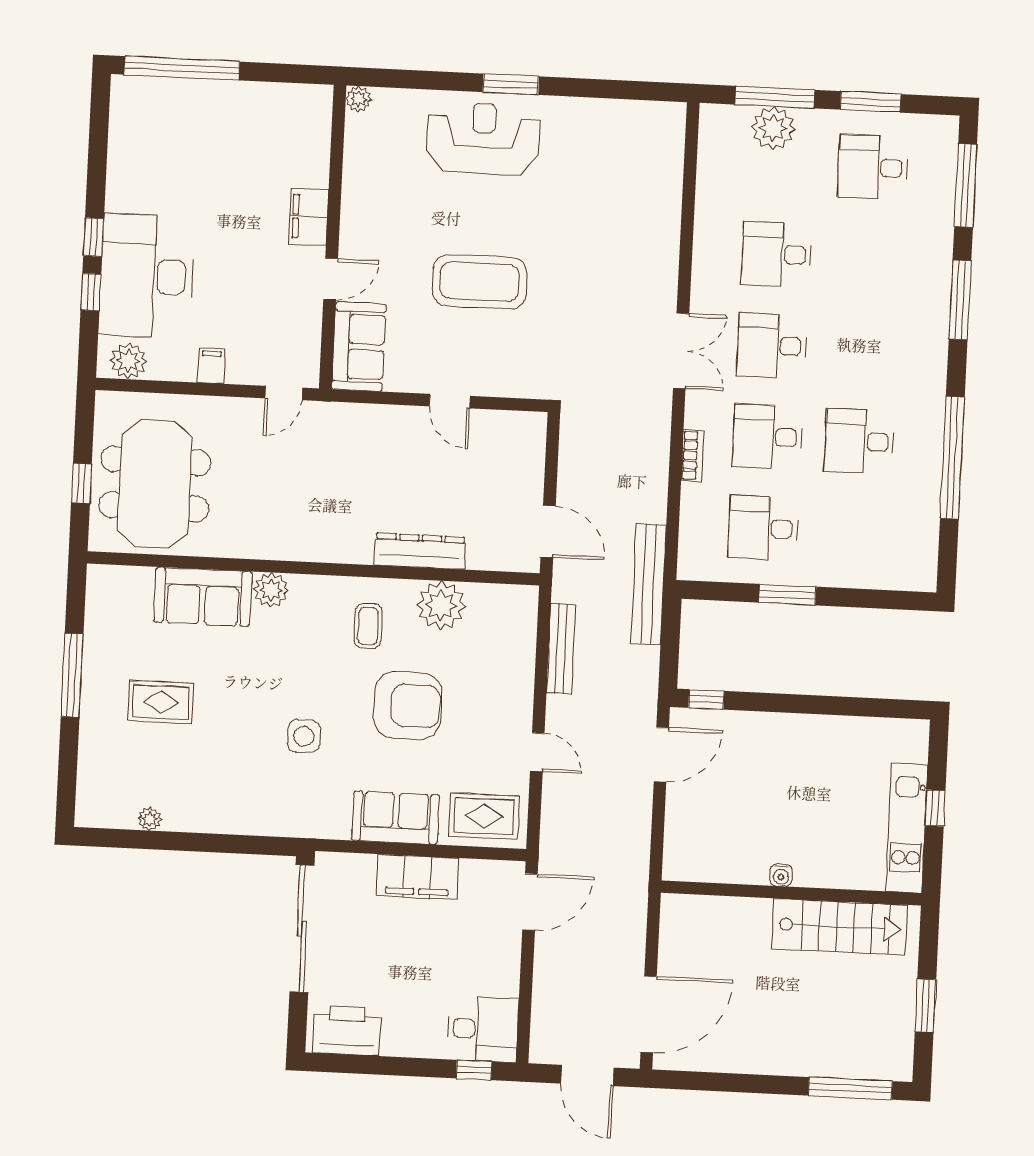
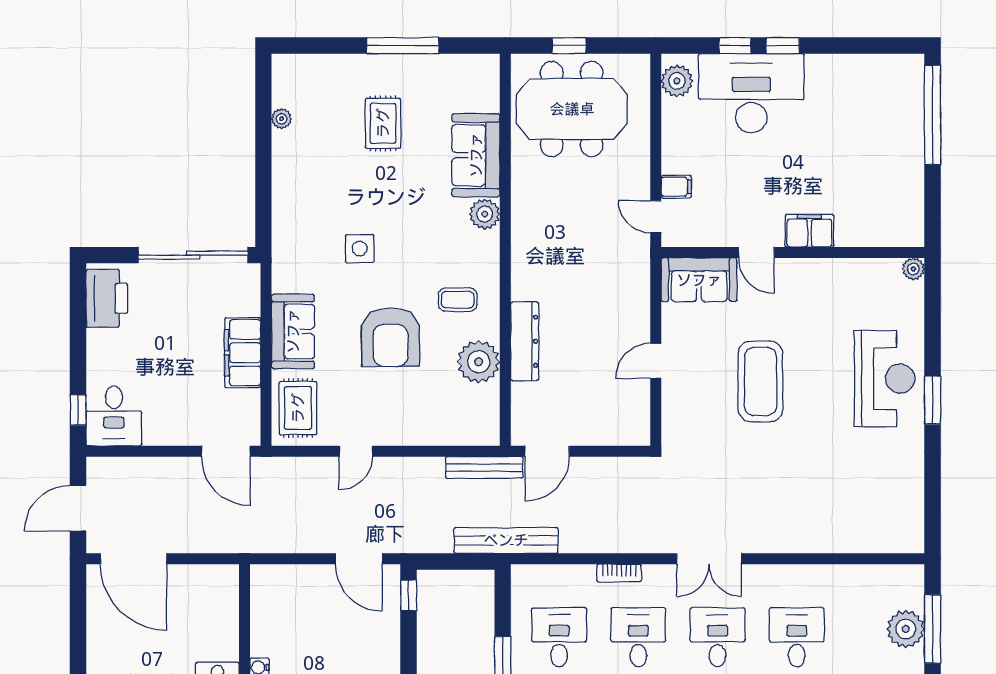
filing cabinet: (211, 366) -> (676, 187), moved
bench: (561, 649) -> (484, 468), moved

